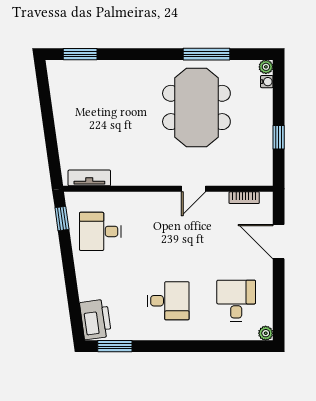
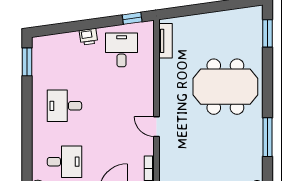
meeting table: (196, 107) -> (225, 87), moved
desk: (168, 301) -> (64, 106), turned 90
printer: (96, 319) -> (88, 37), moved, width x0.53, depth x0.68

